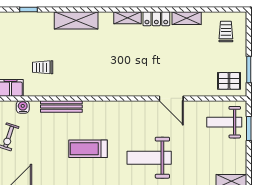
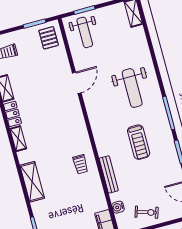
trolley: (43, 67) -> (80, 164), moved

